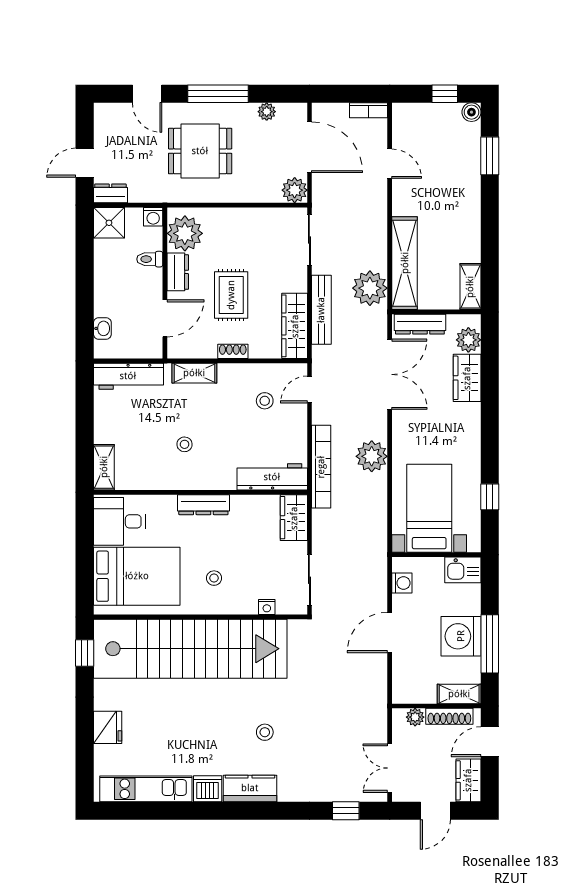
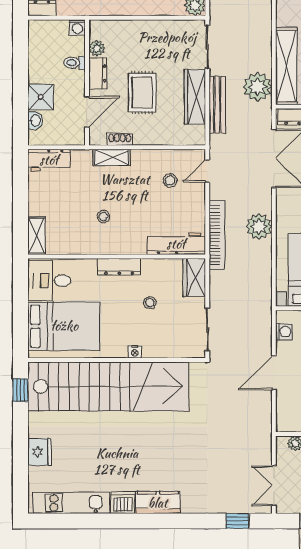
shower: (109, 223) -> (41, 97), moved
plant: (185, 233) -> (97, 48), width x0.53, depth x0.53
wardrobe: (295, 326) -> (195, 97), moved
shoe rack: (233, 351) -> (120, 139), moved
workbench: (128, 376) -> (49, 160), width x0.73
stool: (214, 578) -> (150, 303), moved
nightstand: (267, 607) -> (135, 352), moved
stool: (265, 732) -> (170, 456), removed

